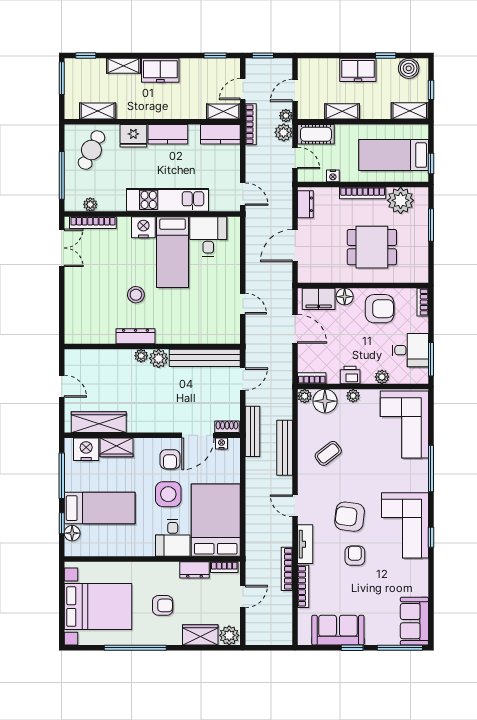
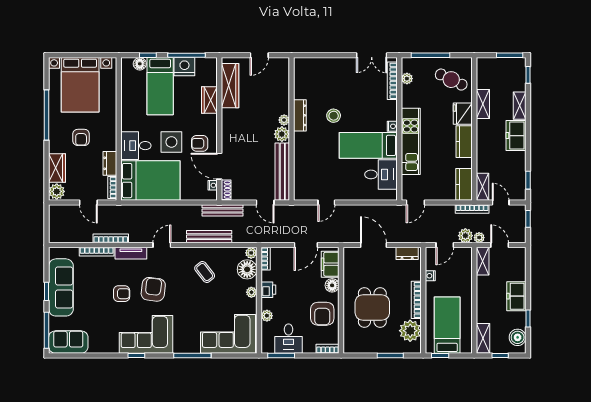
shelving: (98, 111) -> (483, 104), moved
shelving: (342, 111) -> (483, 261), moved
cot: (316, 134) -> (464, 262), removed
nightstand: (143, 227) -> (392, 126), width x0.53, depth x0.56
nightstand: (86, 449) -> (184, 67), moved, turned -90
sofa: (338, 630) -> (61, 287), width x1.36

